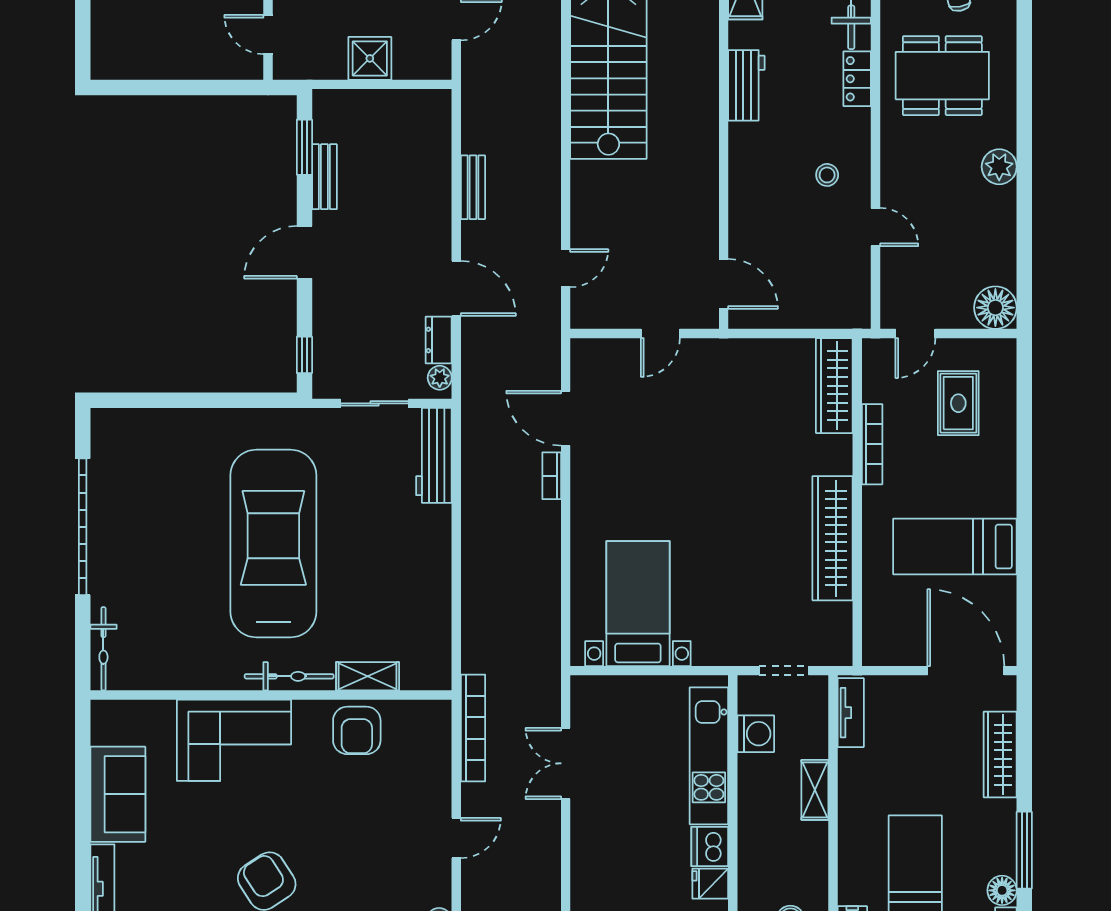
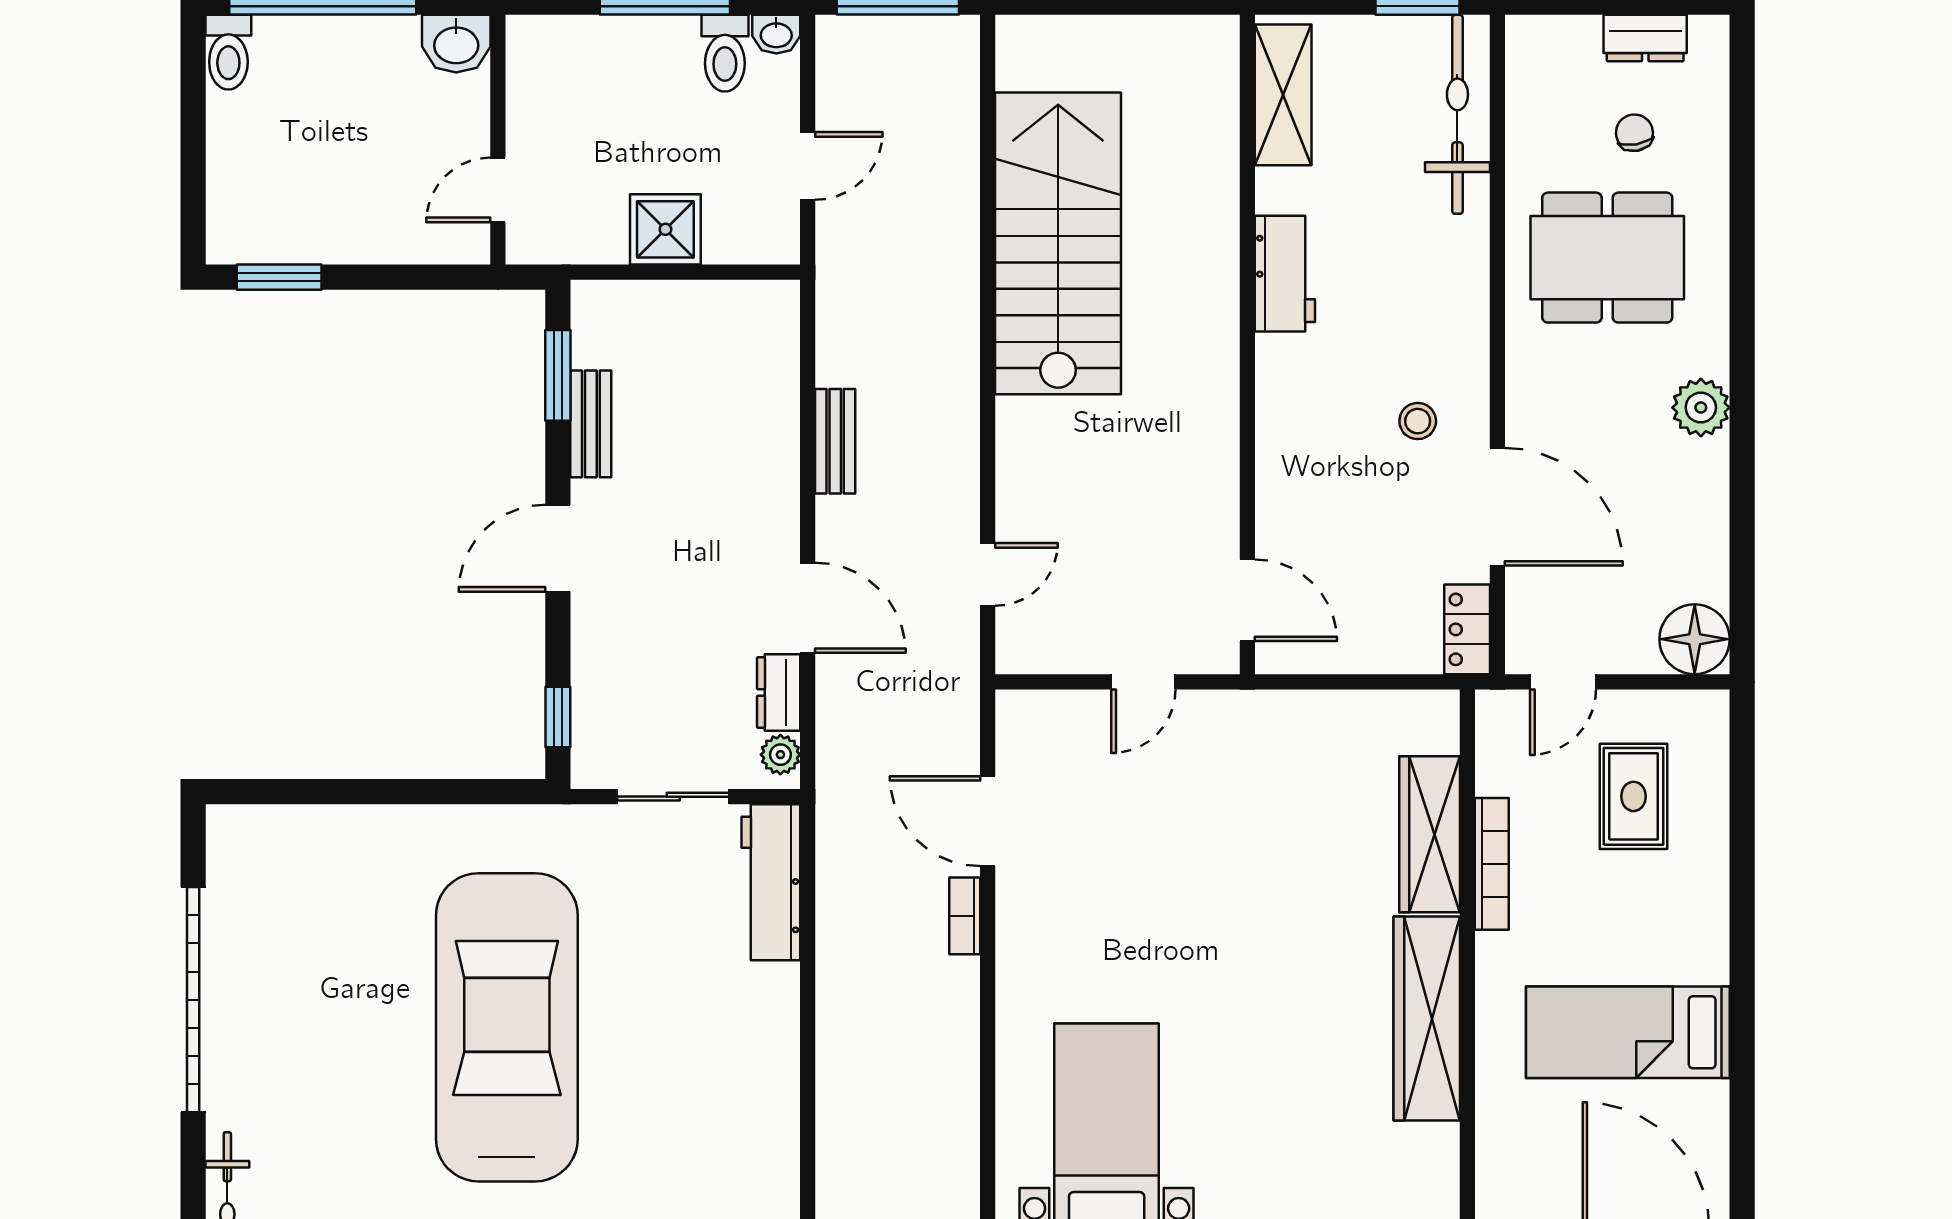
door: (268, 34) -> (498, 190), hinge flipped
locker: (857, 79) -> (1467, 629), moved
window: (135, 87) -> (279, 277), added
door: (875, 227) -> (1497, 507), width x1.88
wardrobe: (834, 386) -> (1430, 834), moved

